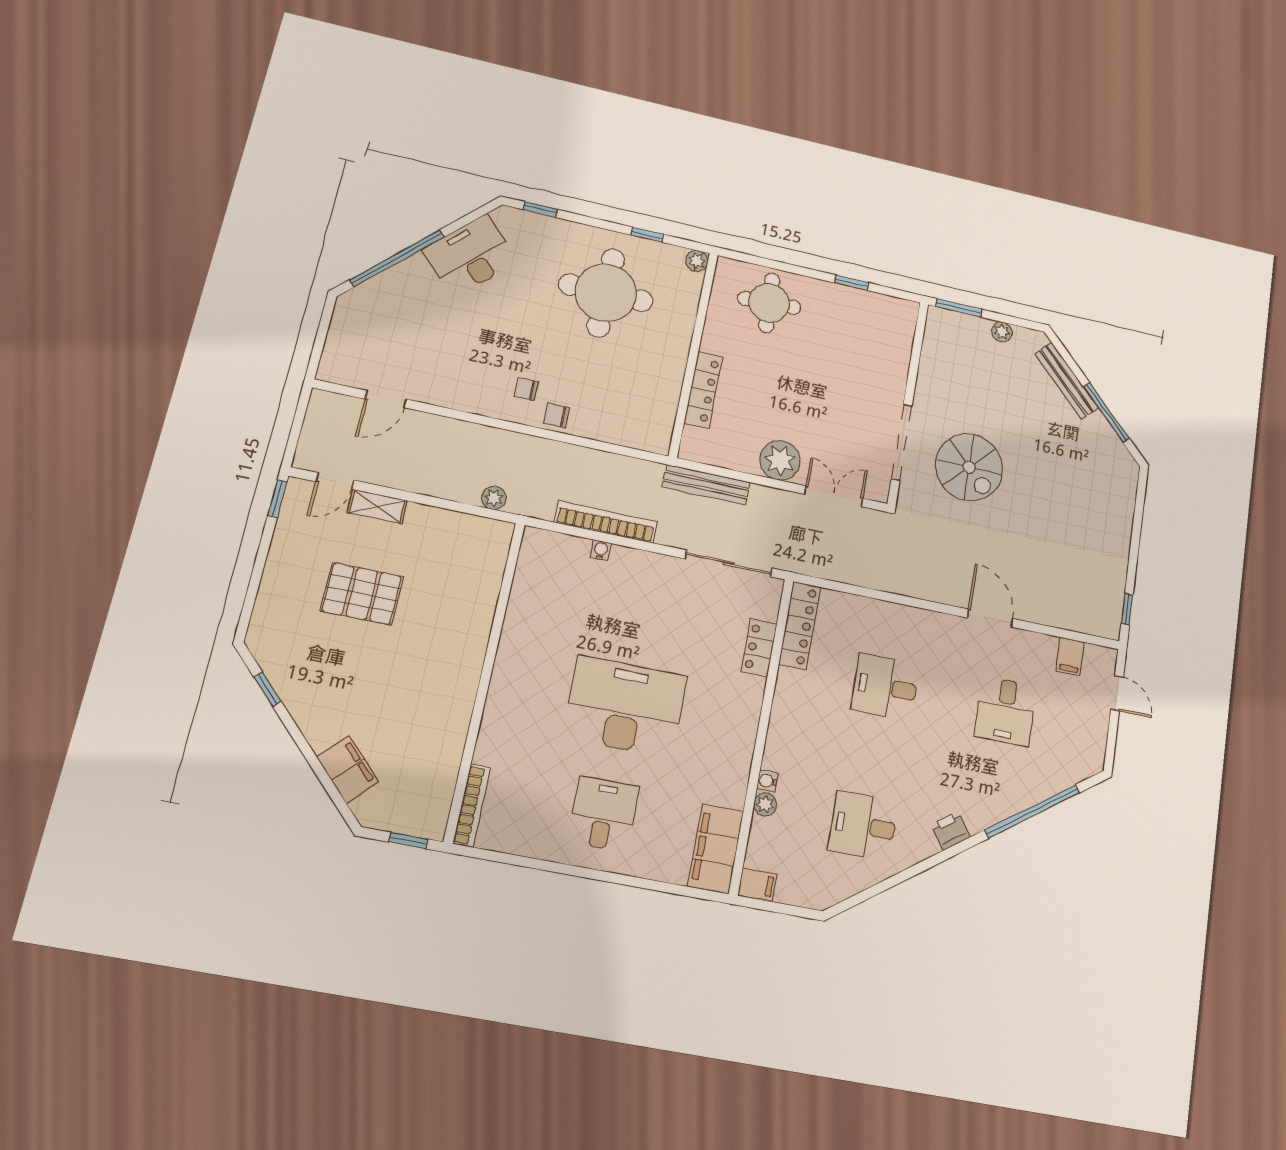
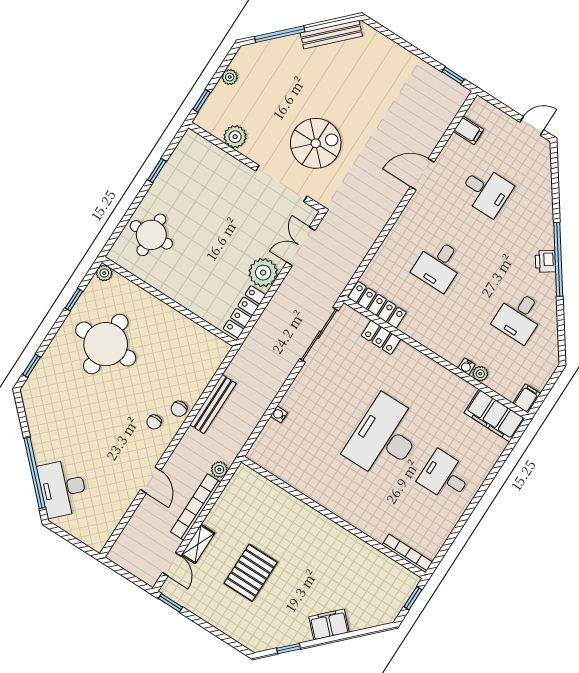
desk: (470, 255) -> (63, 488), moved
window: (959, 308) -> (202, 101), width x0.67
plant: (934, 364) -> (235, 137), added
bench: (1067, 381) -> (331, 35), moved
locker: (703, 390) -> (244, 312), moved, turned -90
door: (386, 399) -> (151, 480), moved
window: (1106, 413) -> (280, 34), moved
bench: (706, 485) -> (213, 404), moved
bookcase: (606, 522) -> (196, 507), moved
door: (1117, 693) -> (532, 126), moved
filing cabinet: (348, 769) -> (329, 624), moved
window: (1032, 811) -> (558, 259), moved

